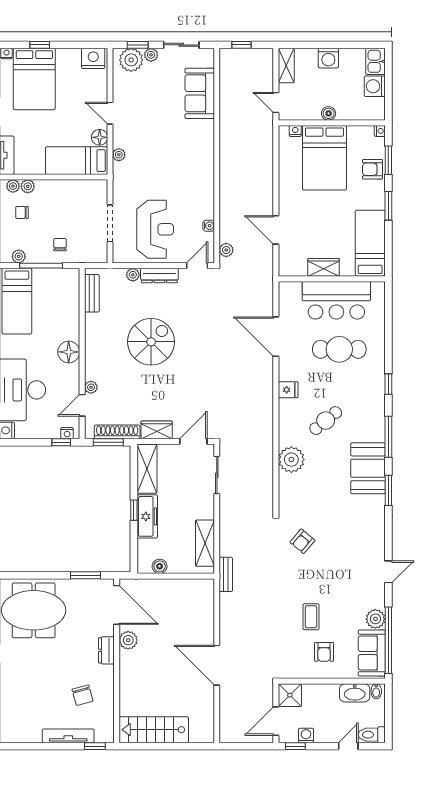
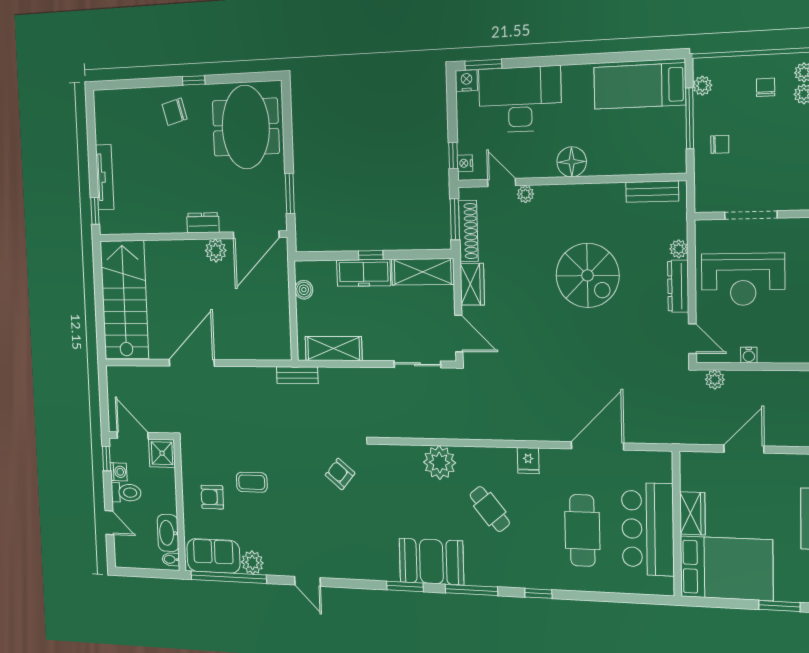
bed: (370, 243) -> (726, 568), width x1.50
chair: (83, 695) -> (175, 112), moved
stairs: (154, 730) -> (124, 300), width x1.36, depth x1.51
toilet: (372, 735) -> (126, 492), moved, turned 90

